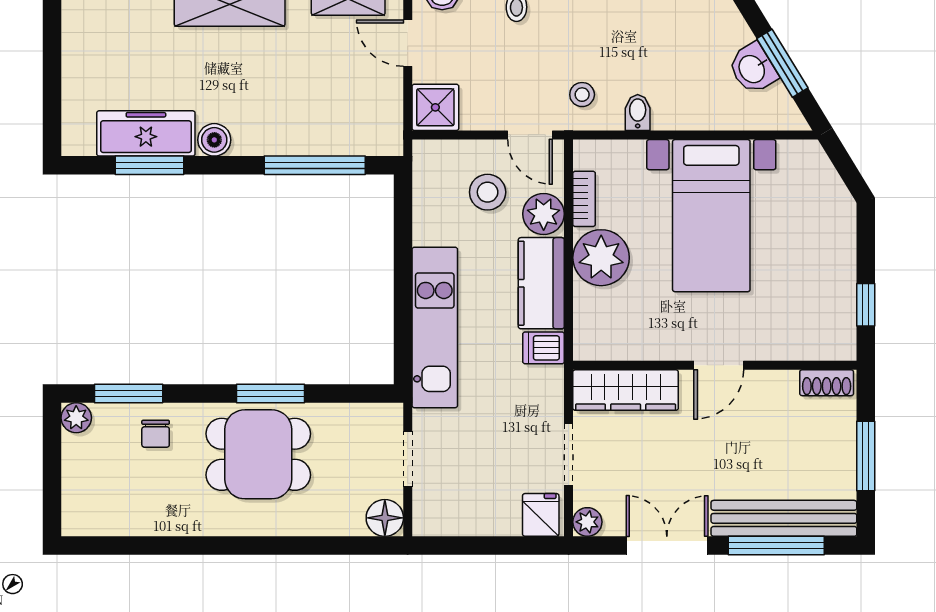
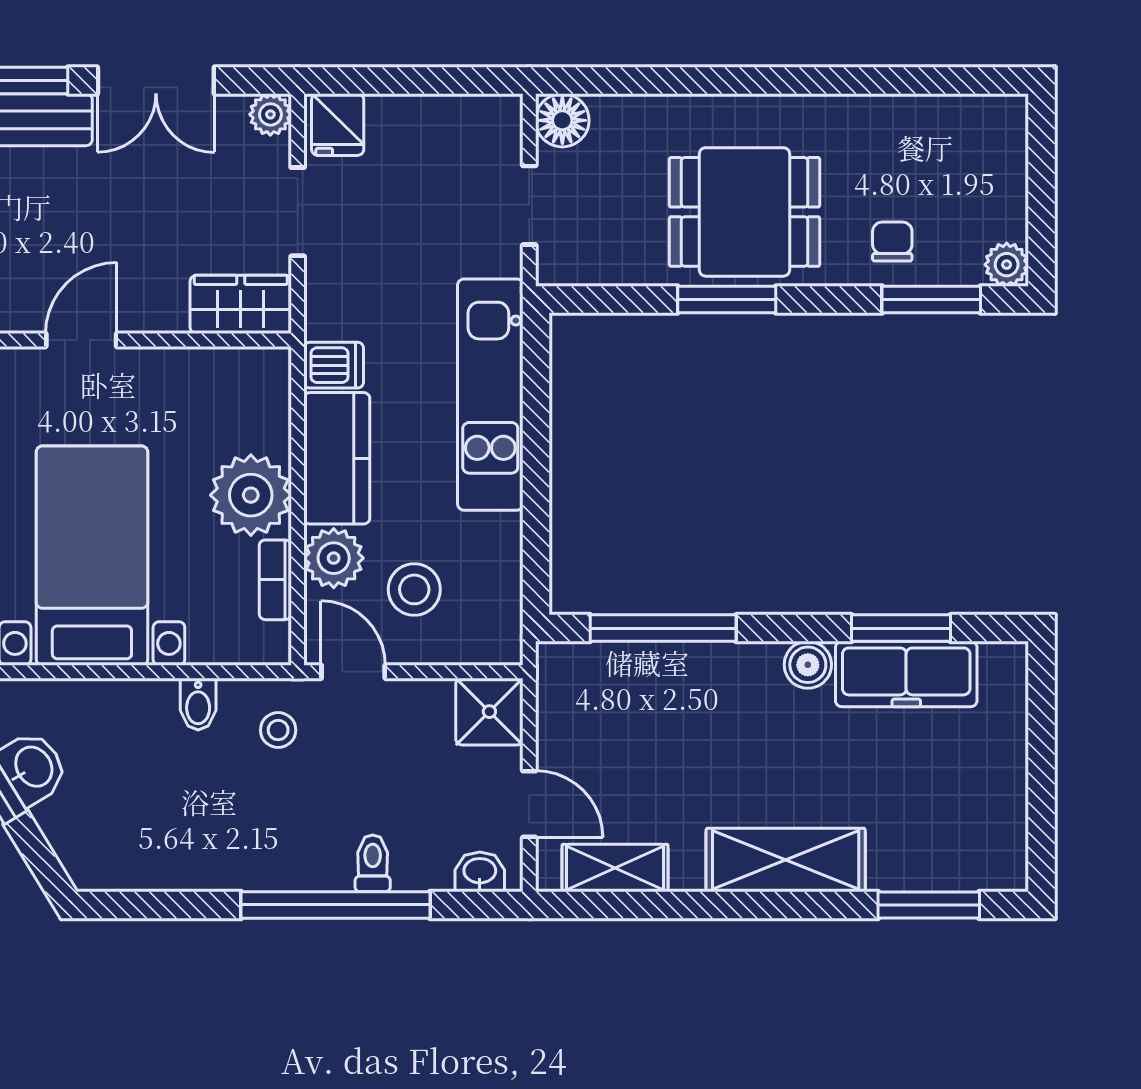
wardrobe: (626, 390) -> (241, 304), width x0.67

